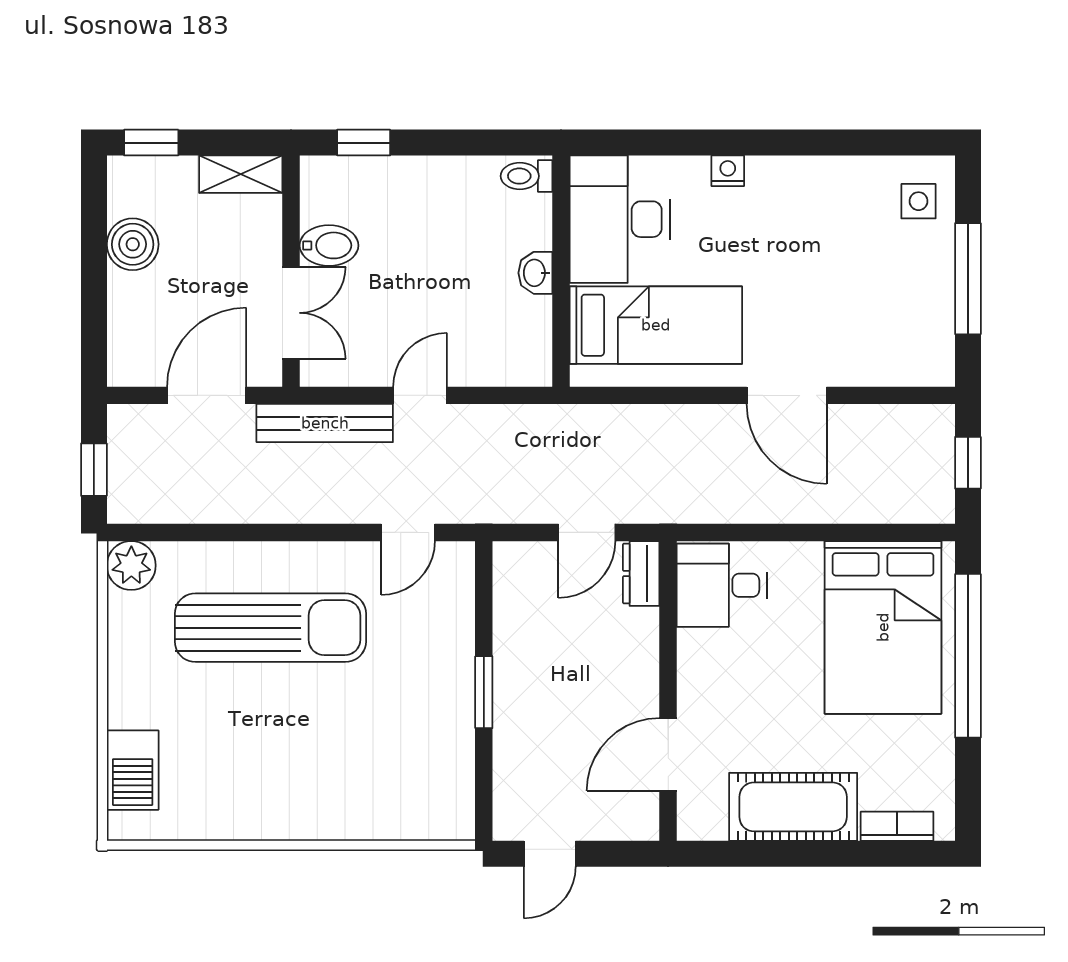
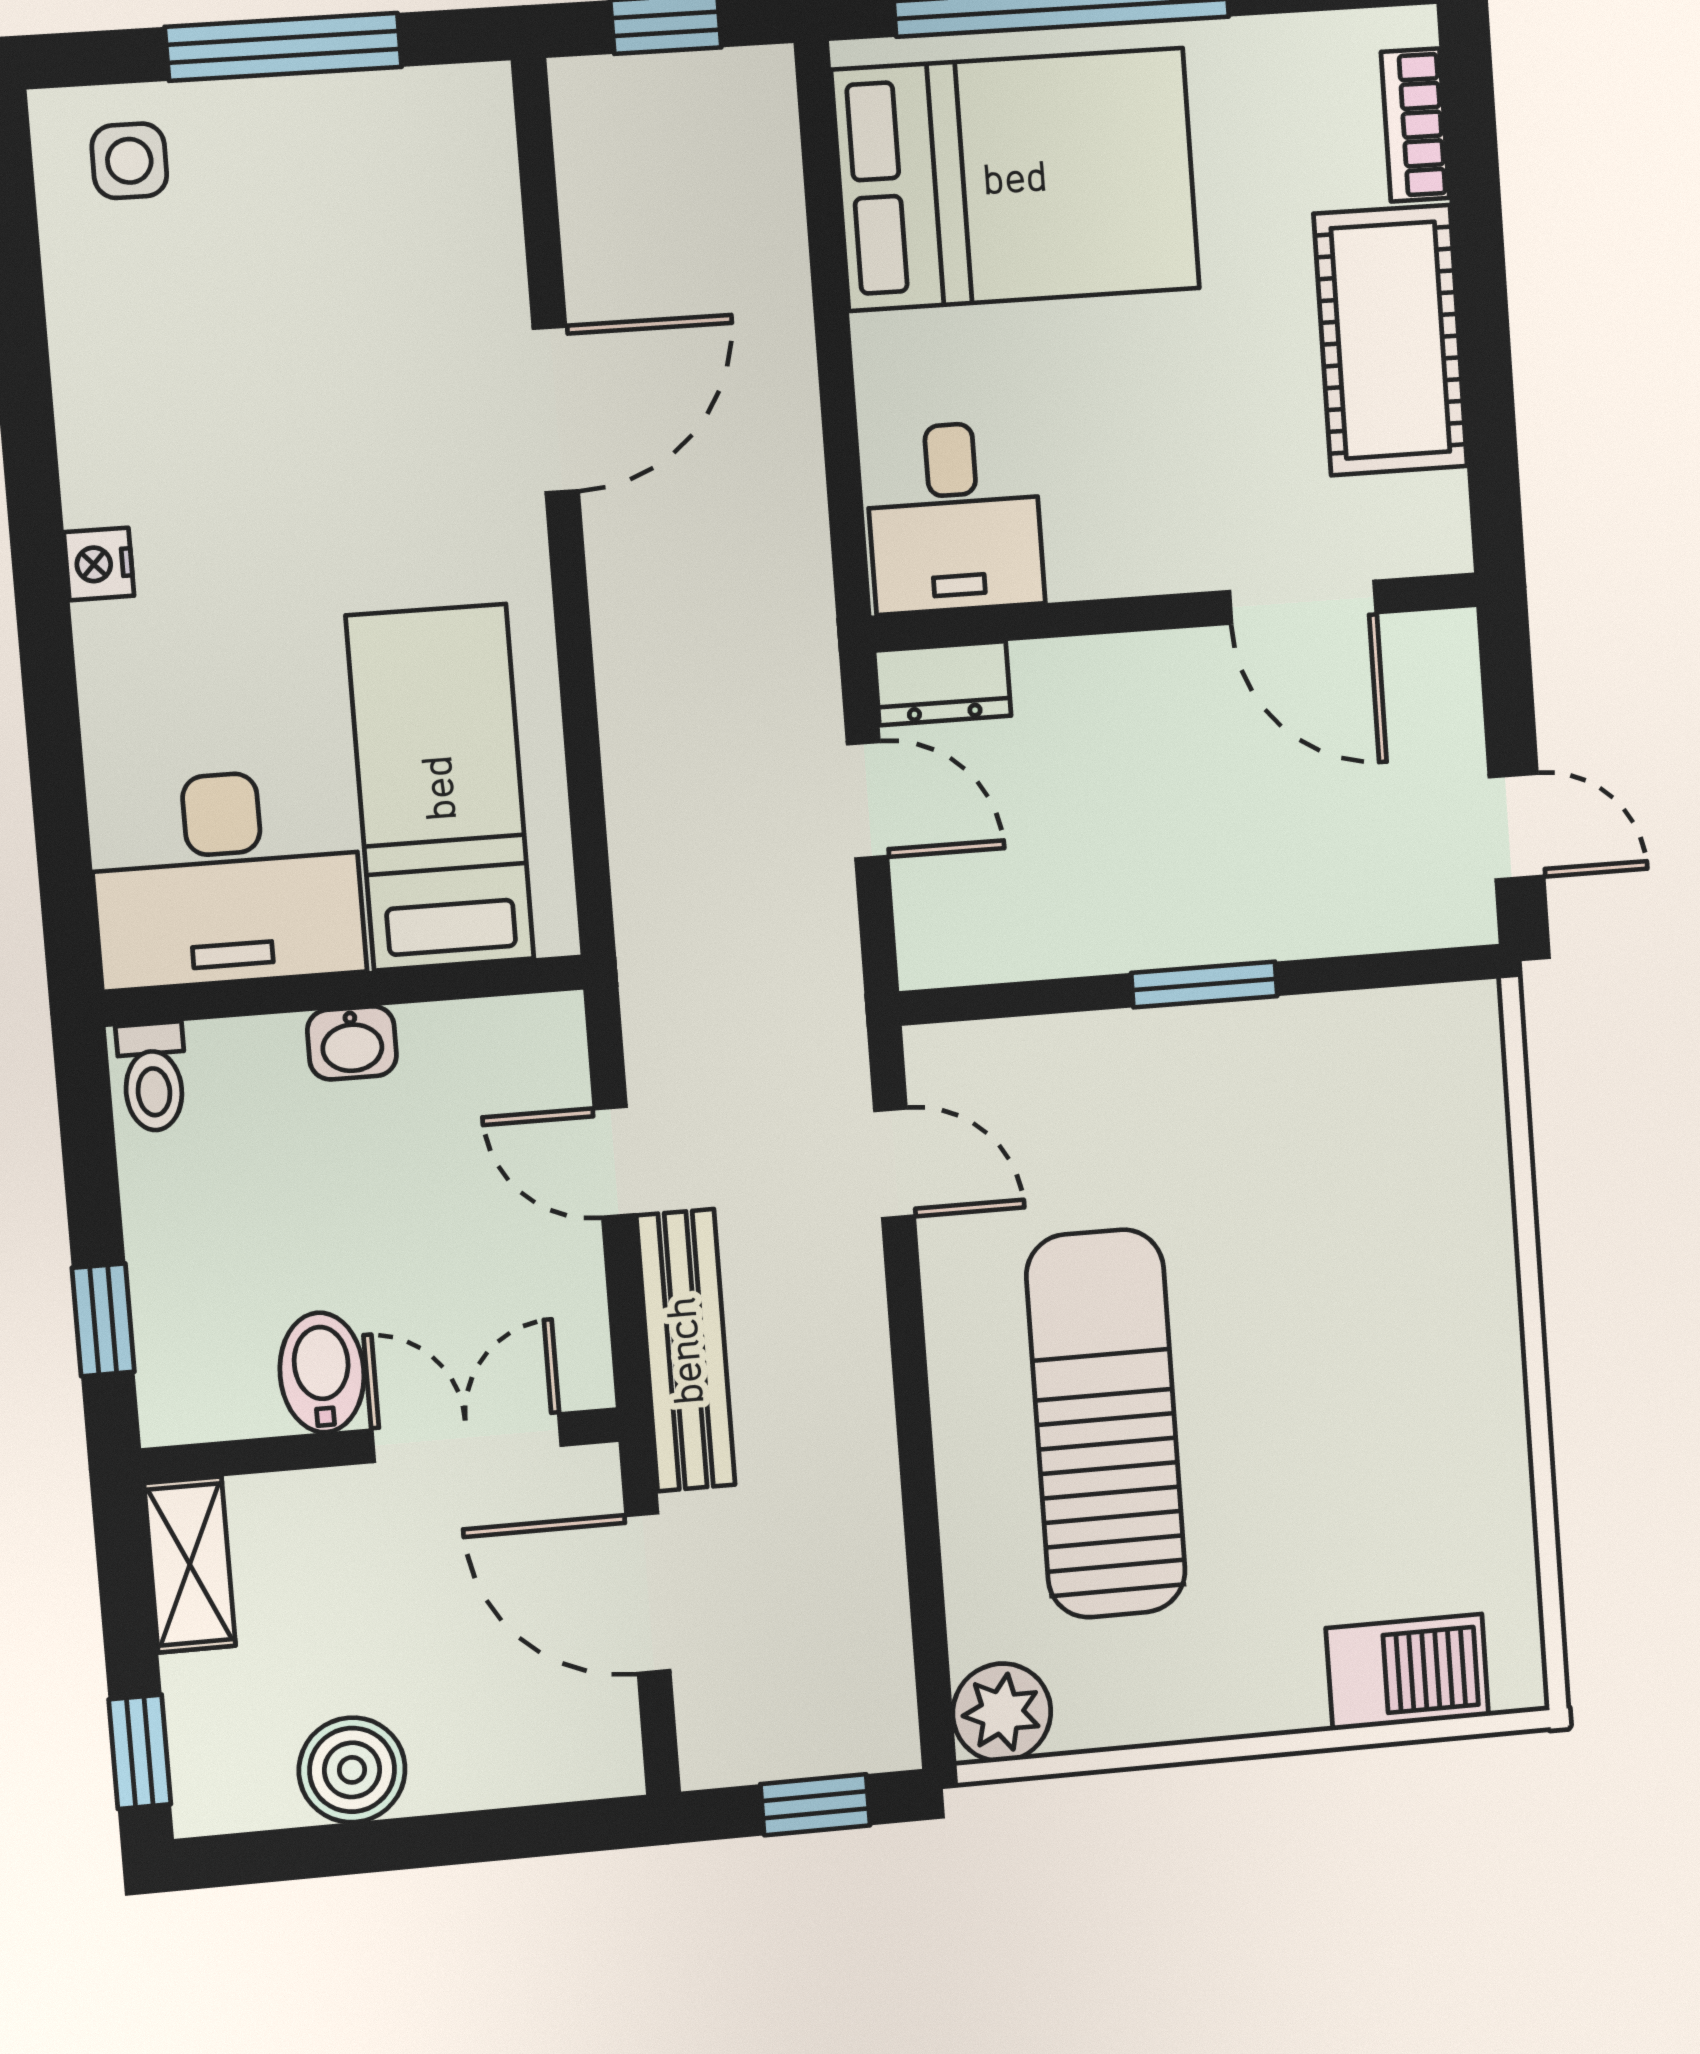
toilet: (527, 176) -> (153, 1077), moved
desk: (620, 219) -> (227, 878), moved
wall: (561, 271) -> (344, 991), moved
washbasin: (535, 273) -> (352, 1043), moved
bed: (656, 325) -> (440, 787), moved

